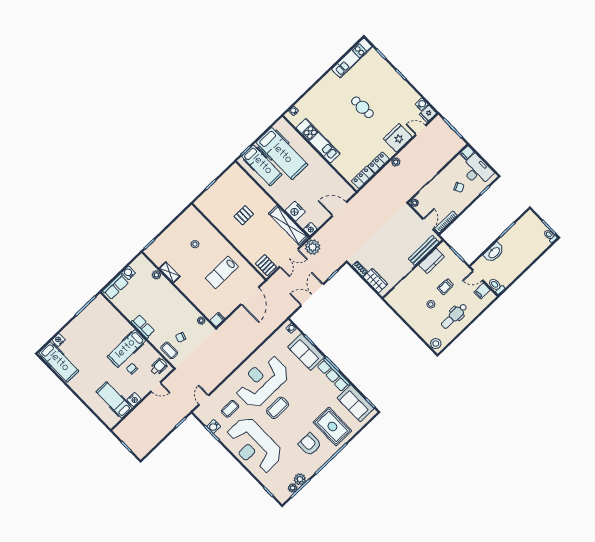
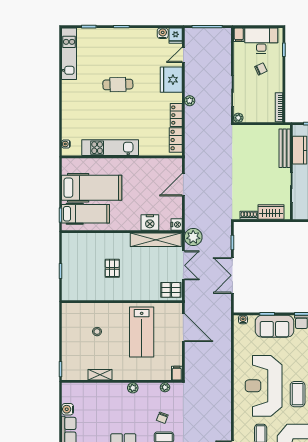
door: (428, 224) -> (266, 124), removed
lab bench: (222, 272) -> (142, 332), width x1.36, depth x1.39
plant: (156, 275) -> (133, 388), moved

